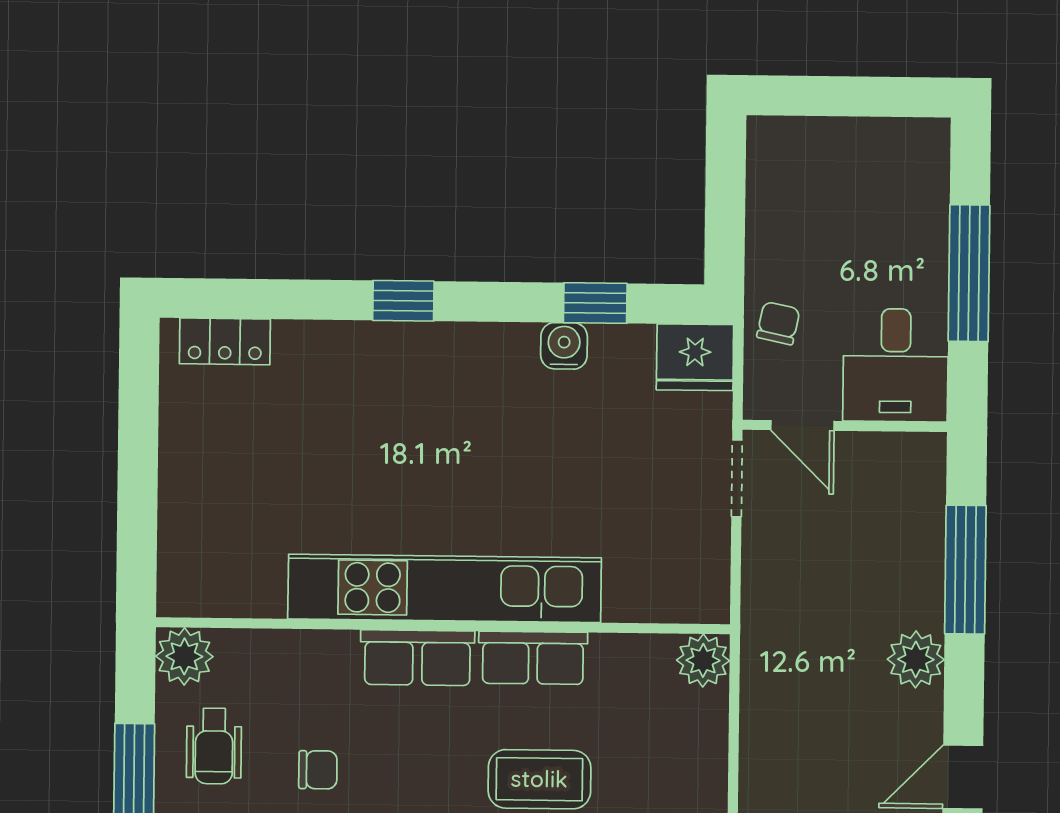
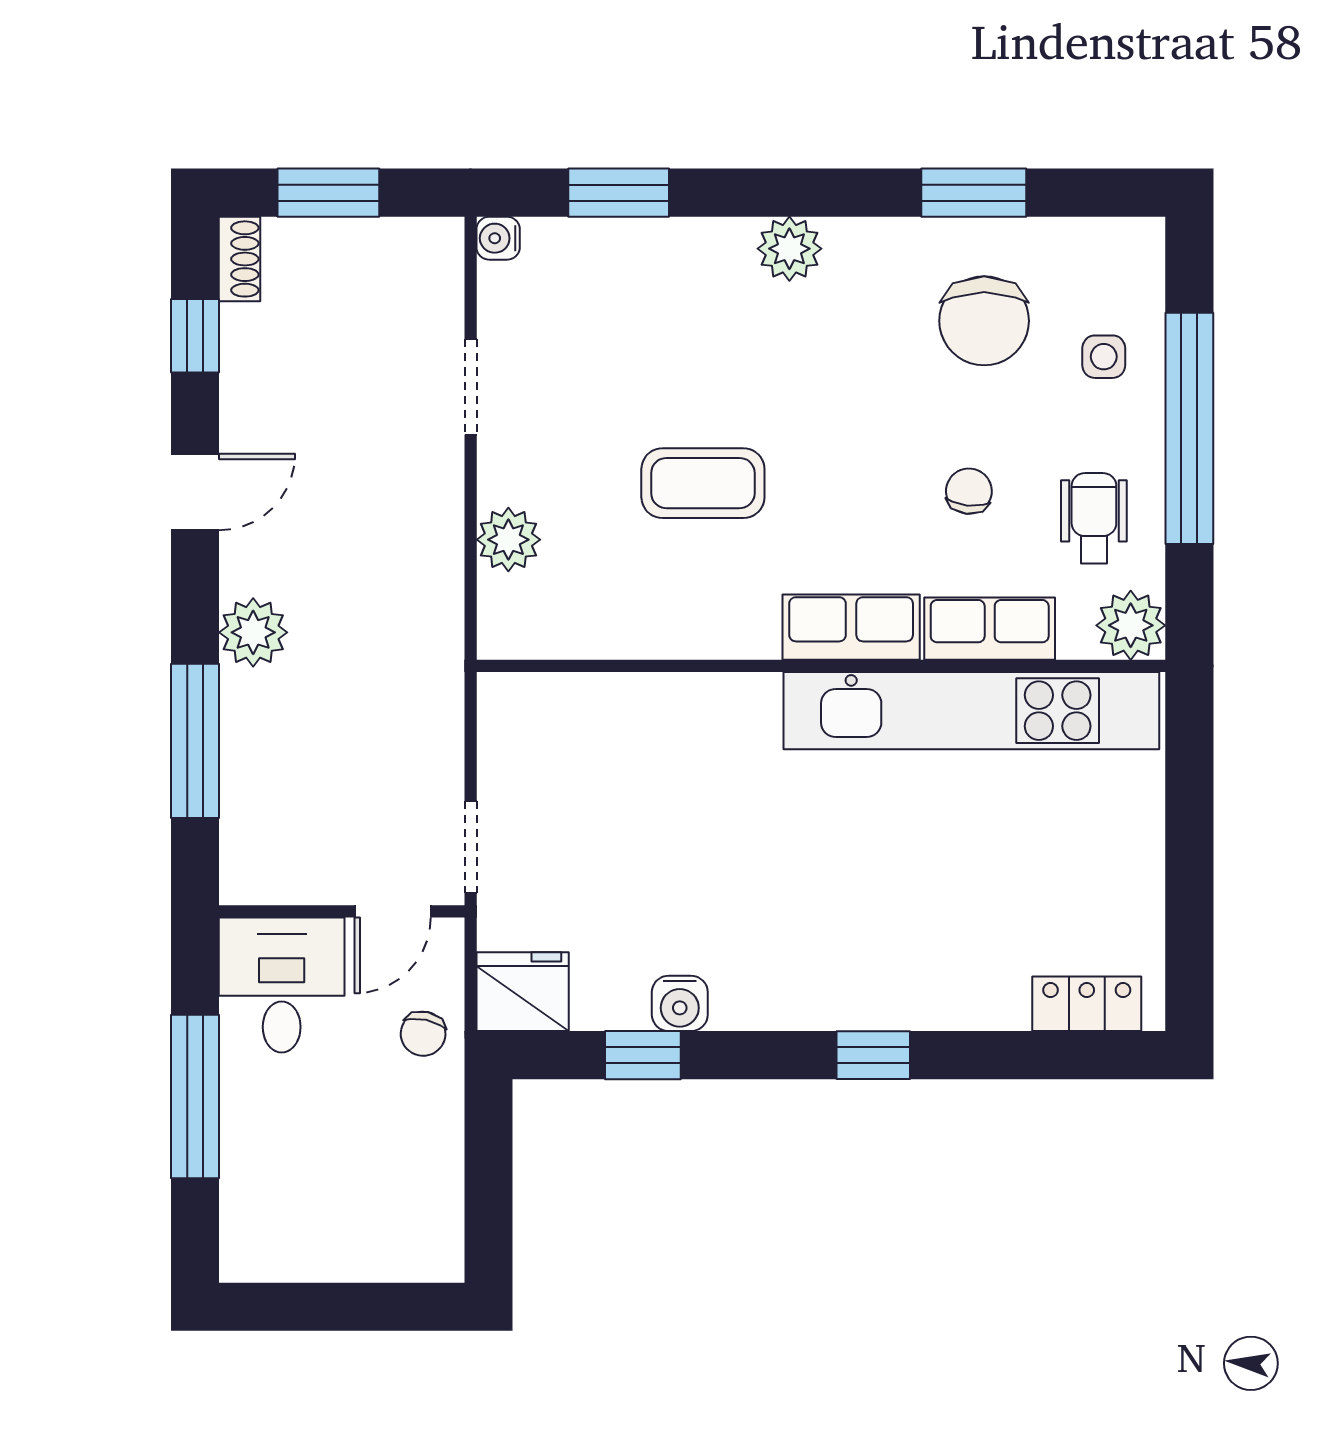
door: (802, 425) -> (393, 911), swing flipped
kitchen unit: (445, 588) -> (971, 711), moved
row of seats: (533, 658) -> (990, 629), moved
plant: (703, 660) -> (508, 540), moved
chair: (318, 770) -> (969, 491), turned 96

